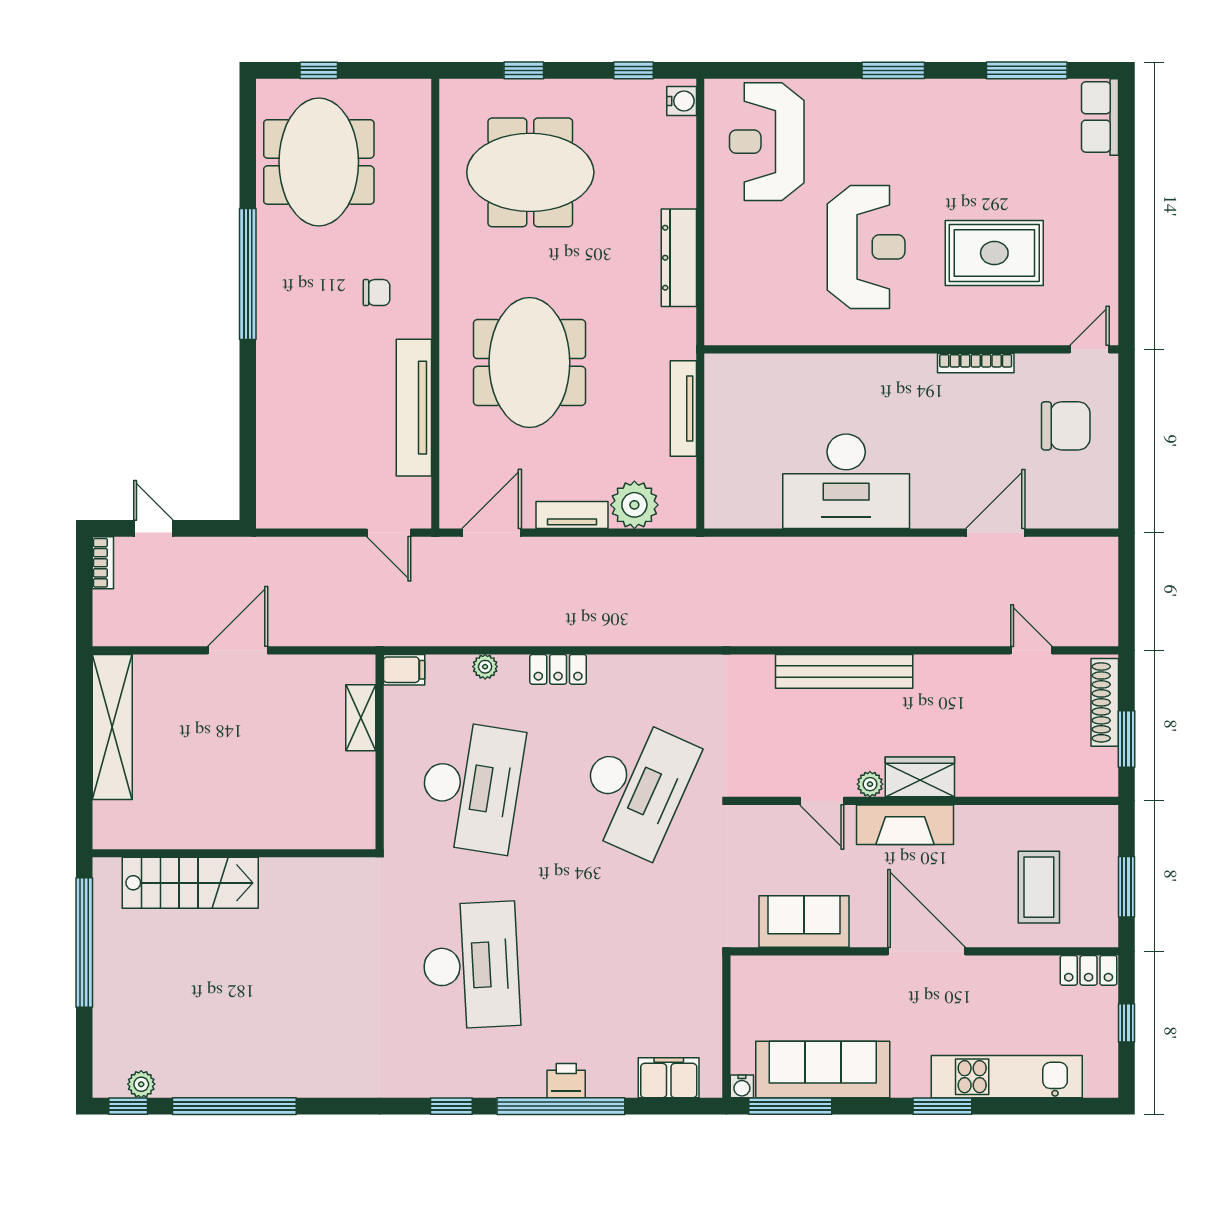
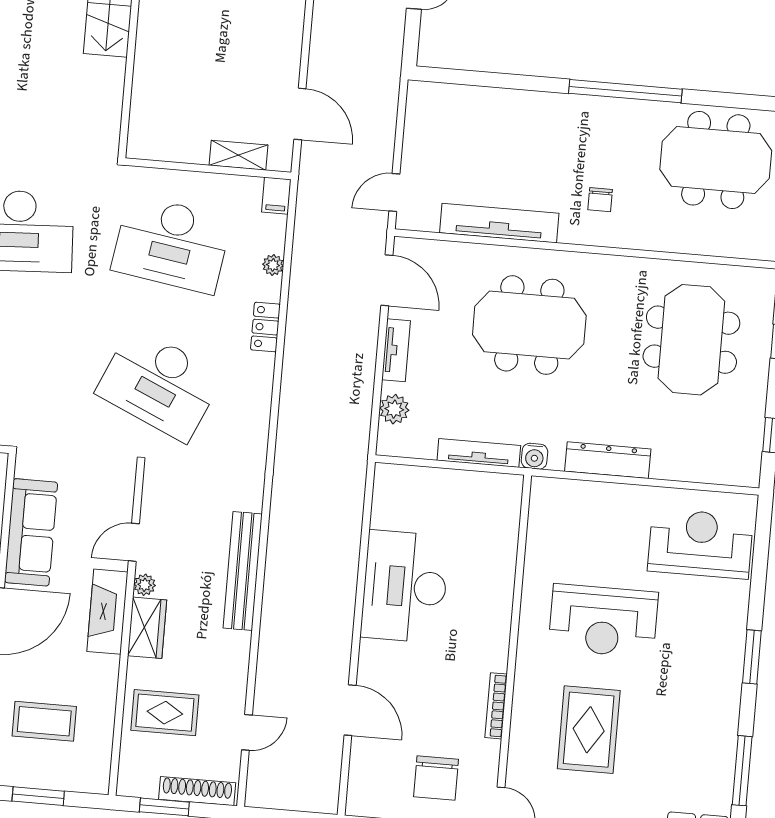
water cooler: (682, 101) -> (534, 456), moved
plant: (634, 505) -> (394, 409), width x0.73, depth x0.73
door: (238, 650) -> (300, 114), moved
rug: (1017, 748) -> (165, 713), added
sofa: (804, 921) -> (31, 532), width x1.36

